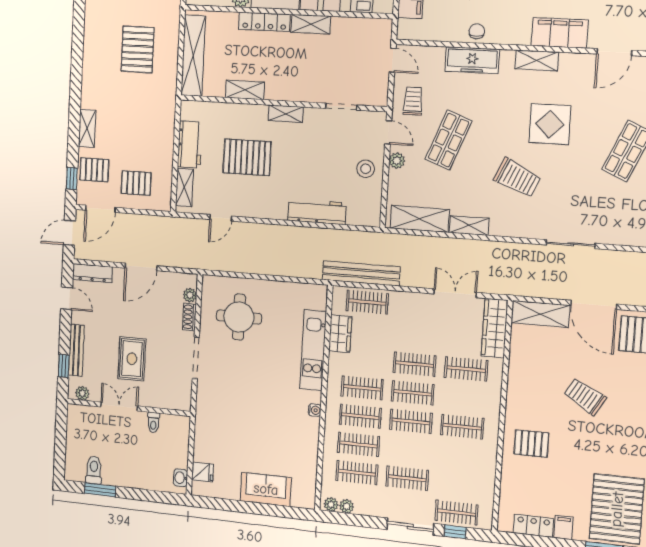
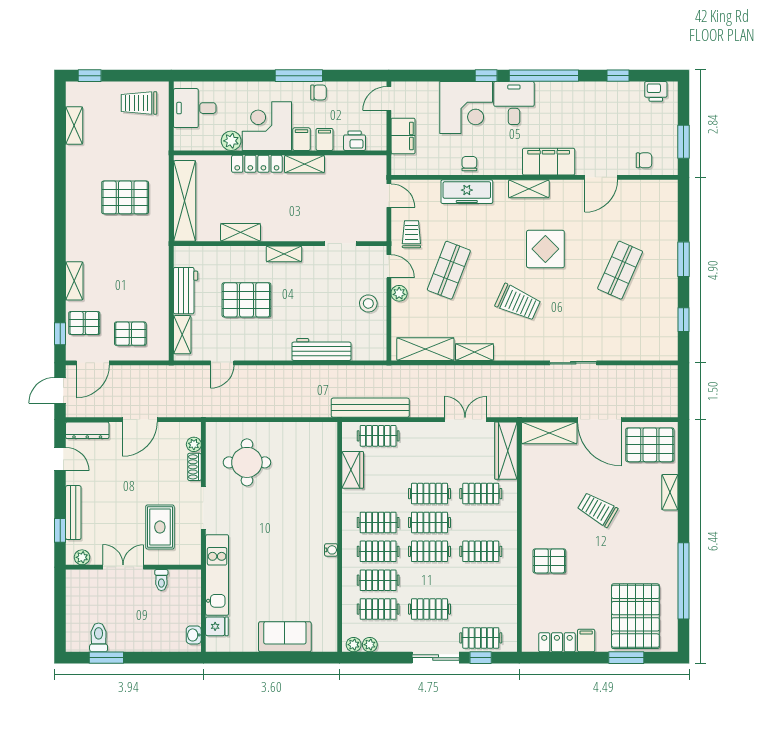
pallet: (138, 49) -> (125, 197), turned 90
kitchen unit: (313, 350) -> (217, 575), moved, turned 180
rug: (132, 359) -> (160, 527), moved

